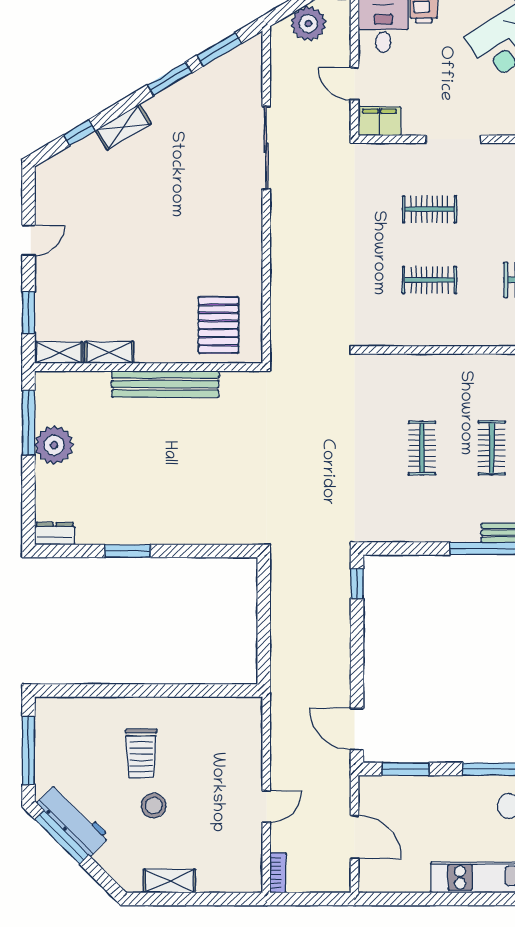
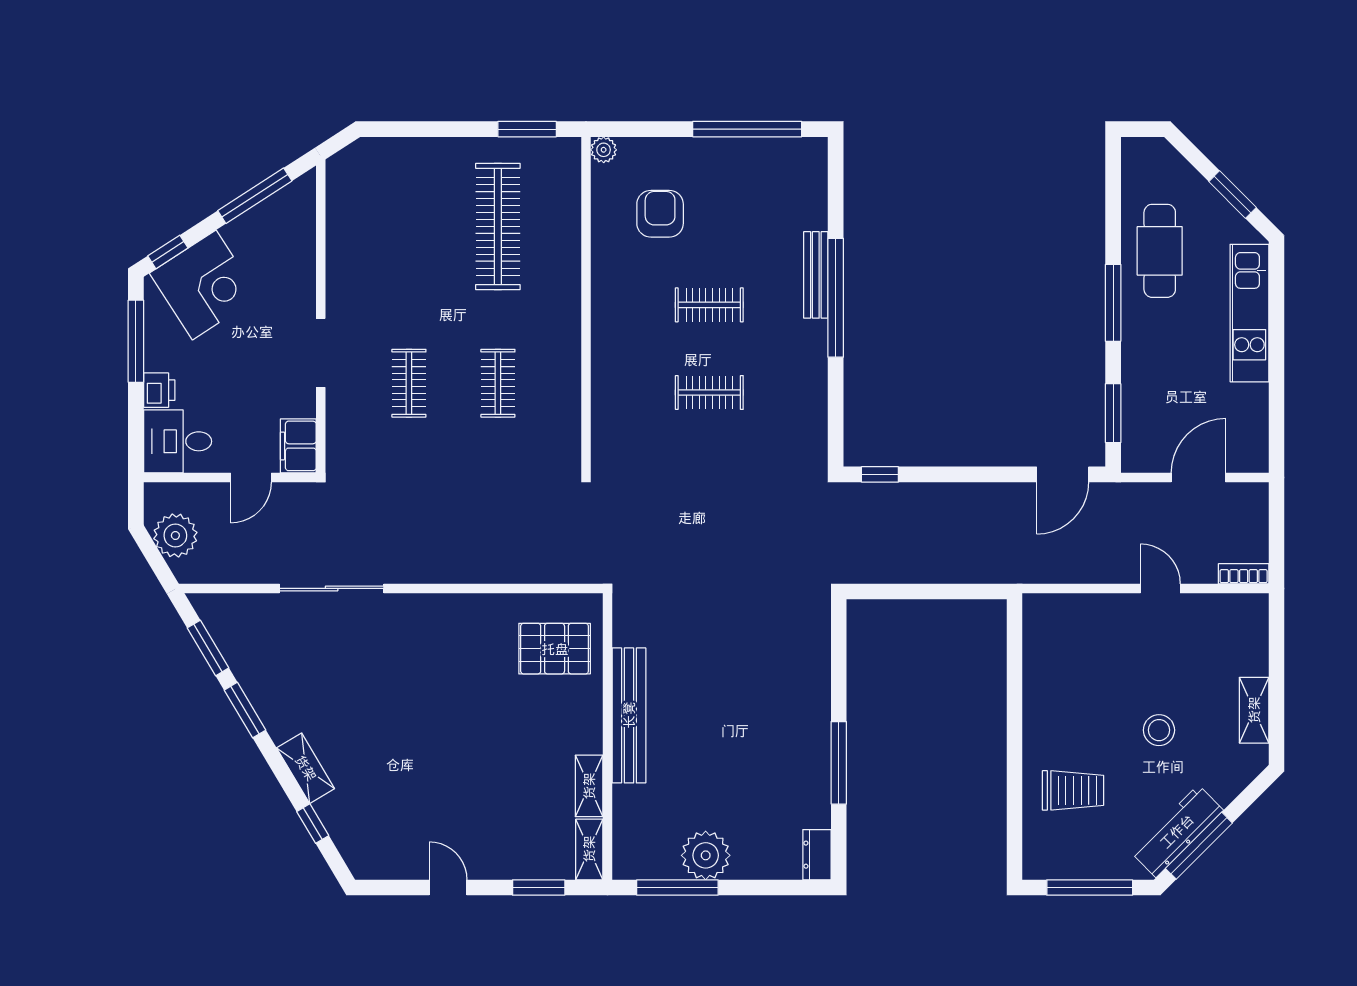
window: (128, 551) -> (839, 763), width x1.44
trolley: (141, 754) -> (1073, 790), moved

